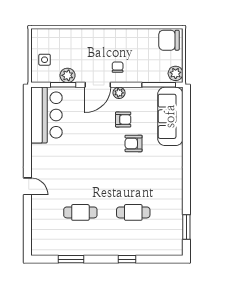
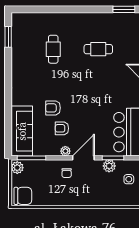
armchair: (134, 143) -> (53, 108), turned 180
cafe table: (133, 212) -> (53, 49), turned 90
window: (71, 259) -> (124, 9), moved
window: (127, 259) -> (59, 9), removed

